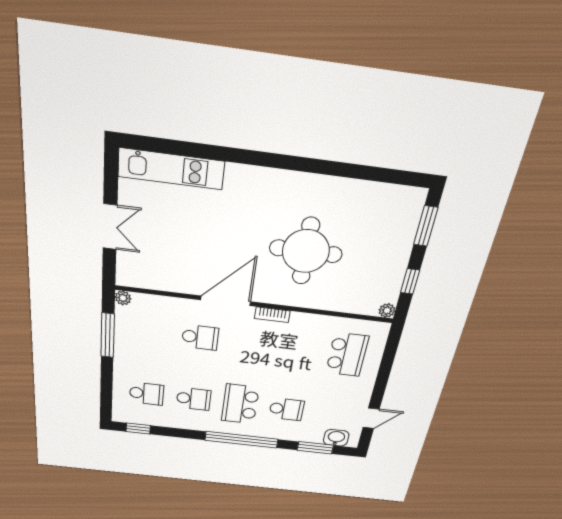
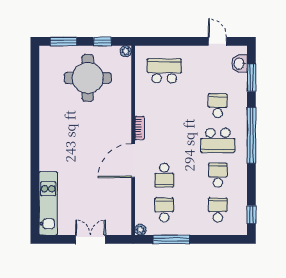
round table: (306, 251) -> (88, 78), moved
door: (226, 301) -> (133, 161), hinge flipped
school desk: (150, 332) -> (164, 210), added
school desk: (200, 337) -> (164, 175), turned 180

